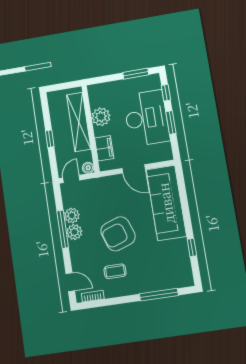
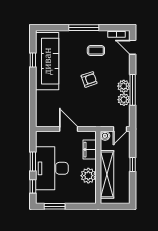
sofa: (166, 203) -> (47, 61), moved
armchair: (118, 234) -> (89, 79), width x0.53, depth x0.53
window: (159, 295) -> (84, 28), moved

